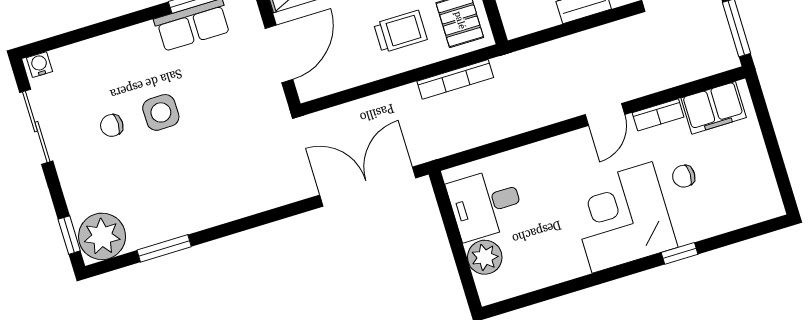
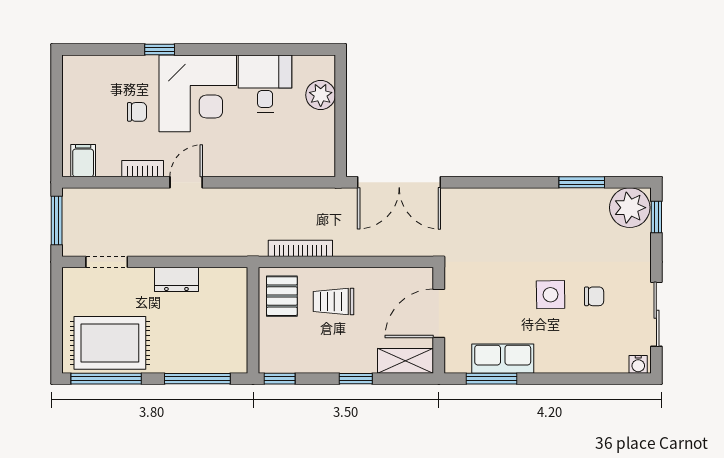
filing cabinet: (714, 108) -> (83, 161), width x0.50
desk: (486, 204) -> (265, 84), moved, turned -90

